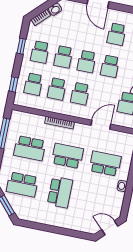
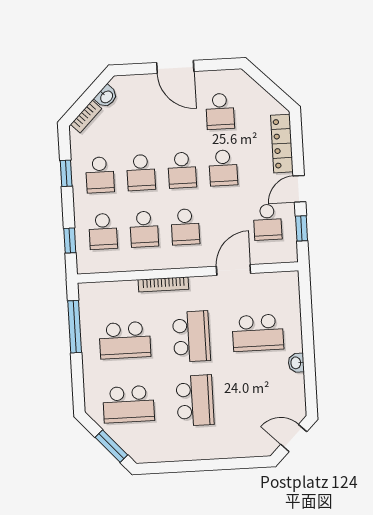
school desk: (67, 156) -> (191, 336), turned 90
school desk: (105, 164) -> (258, 333), turned 180

